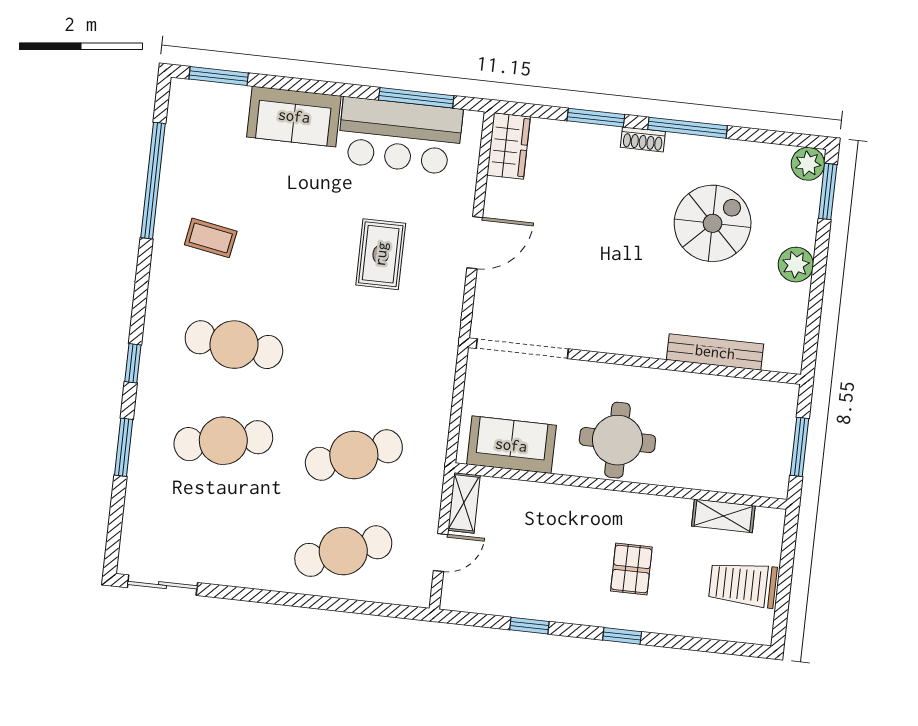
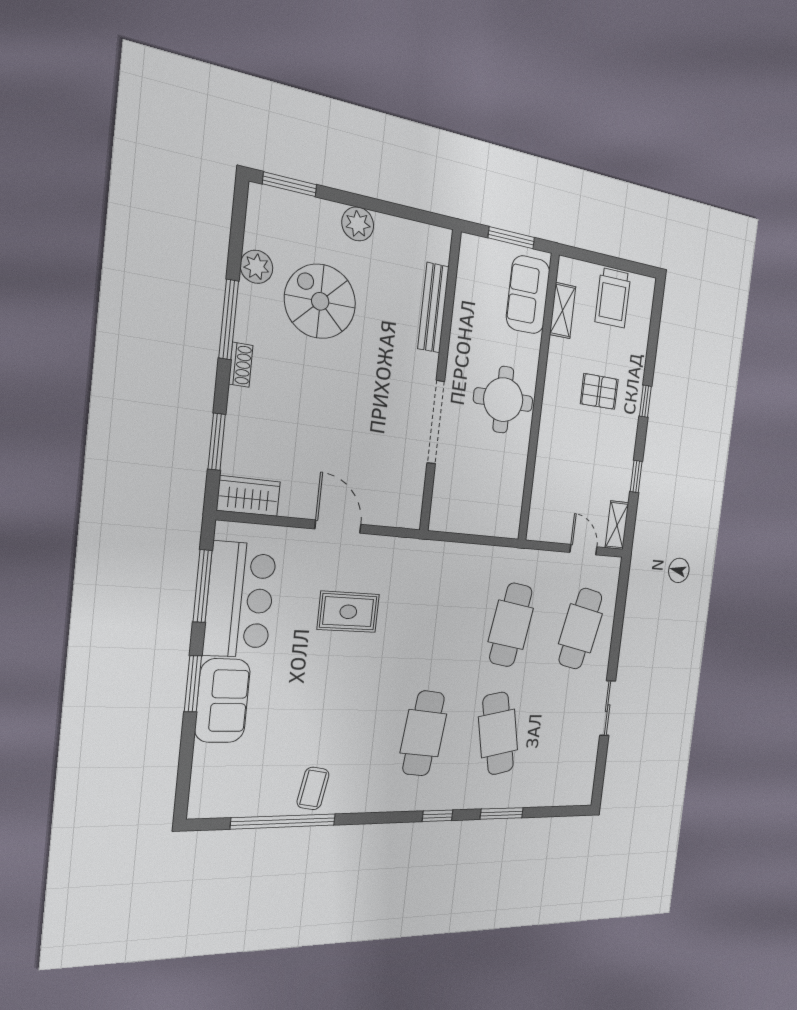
window: (219, 76) -> (193, 684), moved
window: (596, 118) -> (217, 442), moved
plant: (808, 164) -> (257, 267), moved
coffee table: (211, 238) -> (313, 788), moved
doorway: (522, 349) -> (436, 422), moved
sofa: (511, 445) -> (528, 295), moved
cafe table: (354, 455) -> (511, 625), turned 30
shelving: (464, 503) -> (617, 525), moved, turned 90
cafe table: (343, 551) -> (580, 629), turned 33
sliding door: (162, 585) -> (608, 708), moved

